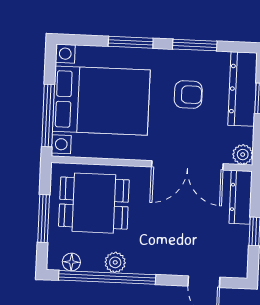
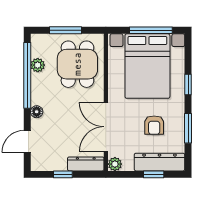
window: (131, 42) -> (188, 84), width x0.67
window: (48, 115) -> (151, 30), moved
floor lamp: (71, 262) -> (37, 112), moved
plant: (115, 262) -> (38, 65), moved

